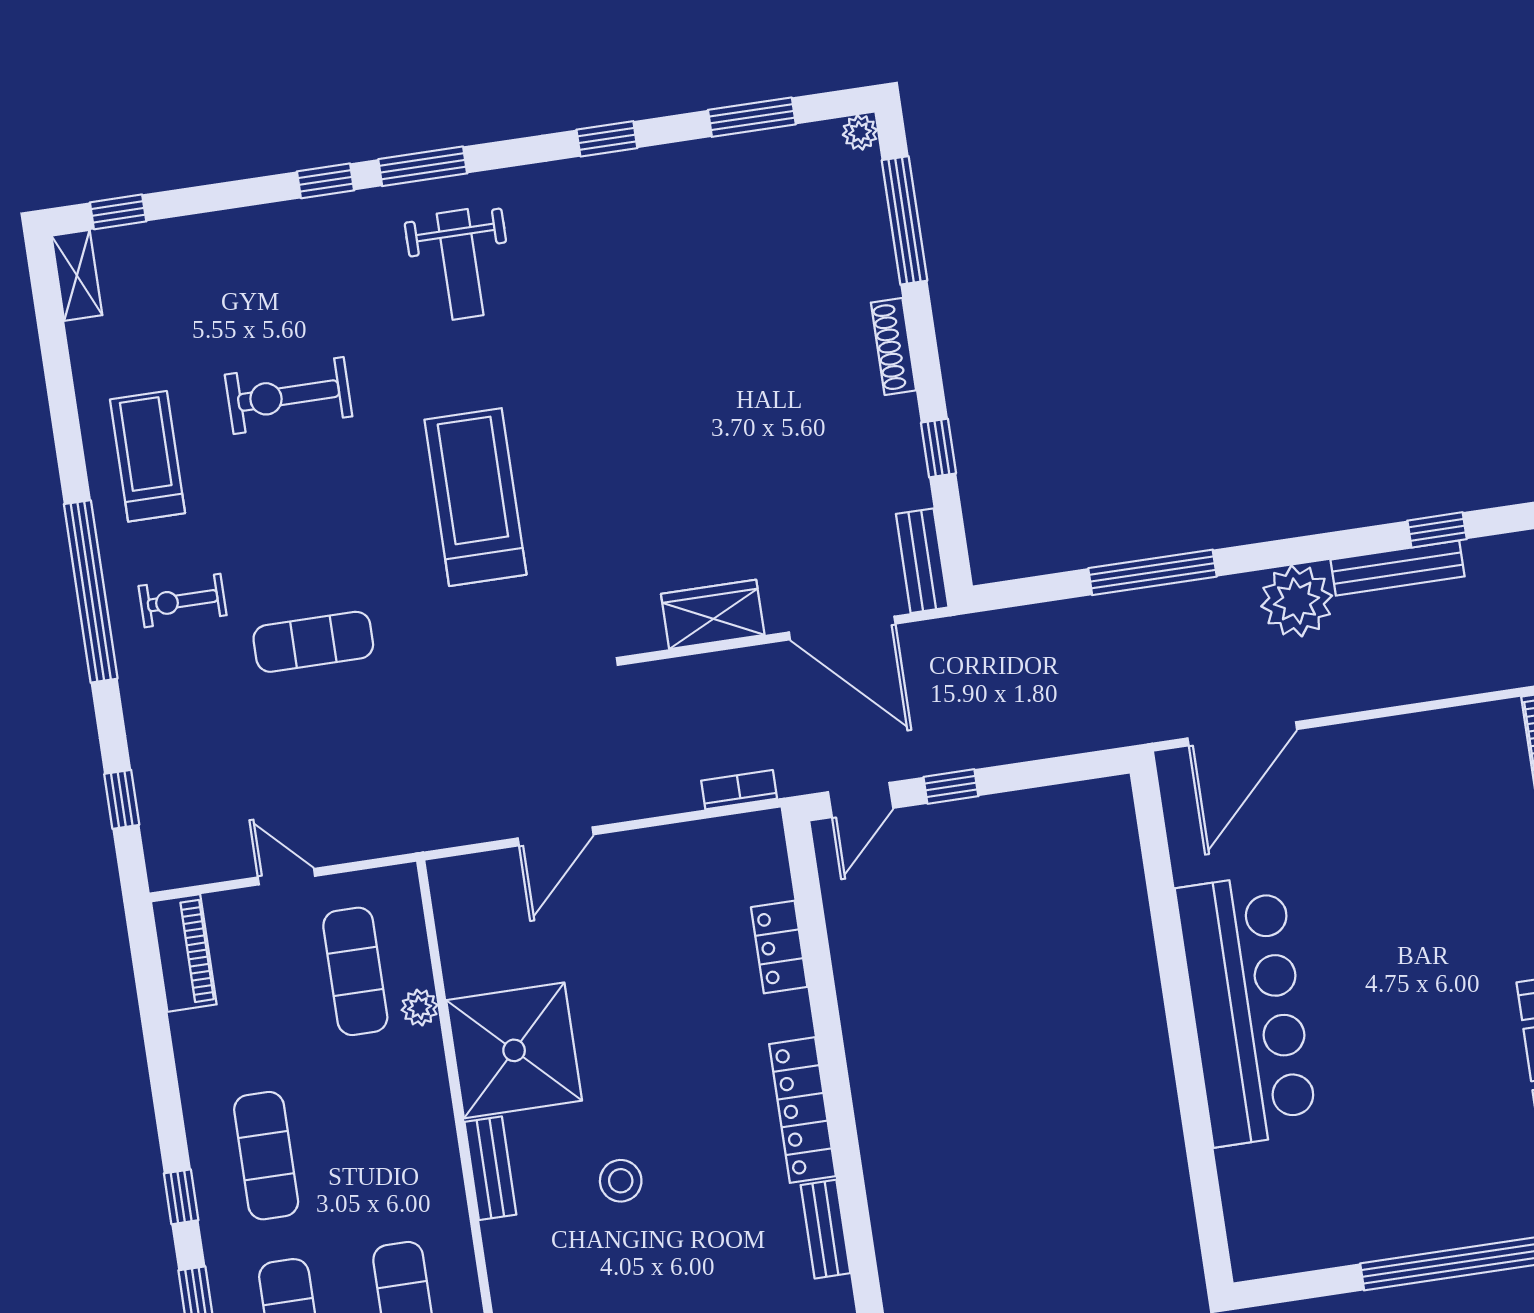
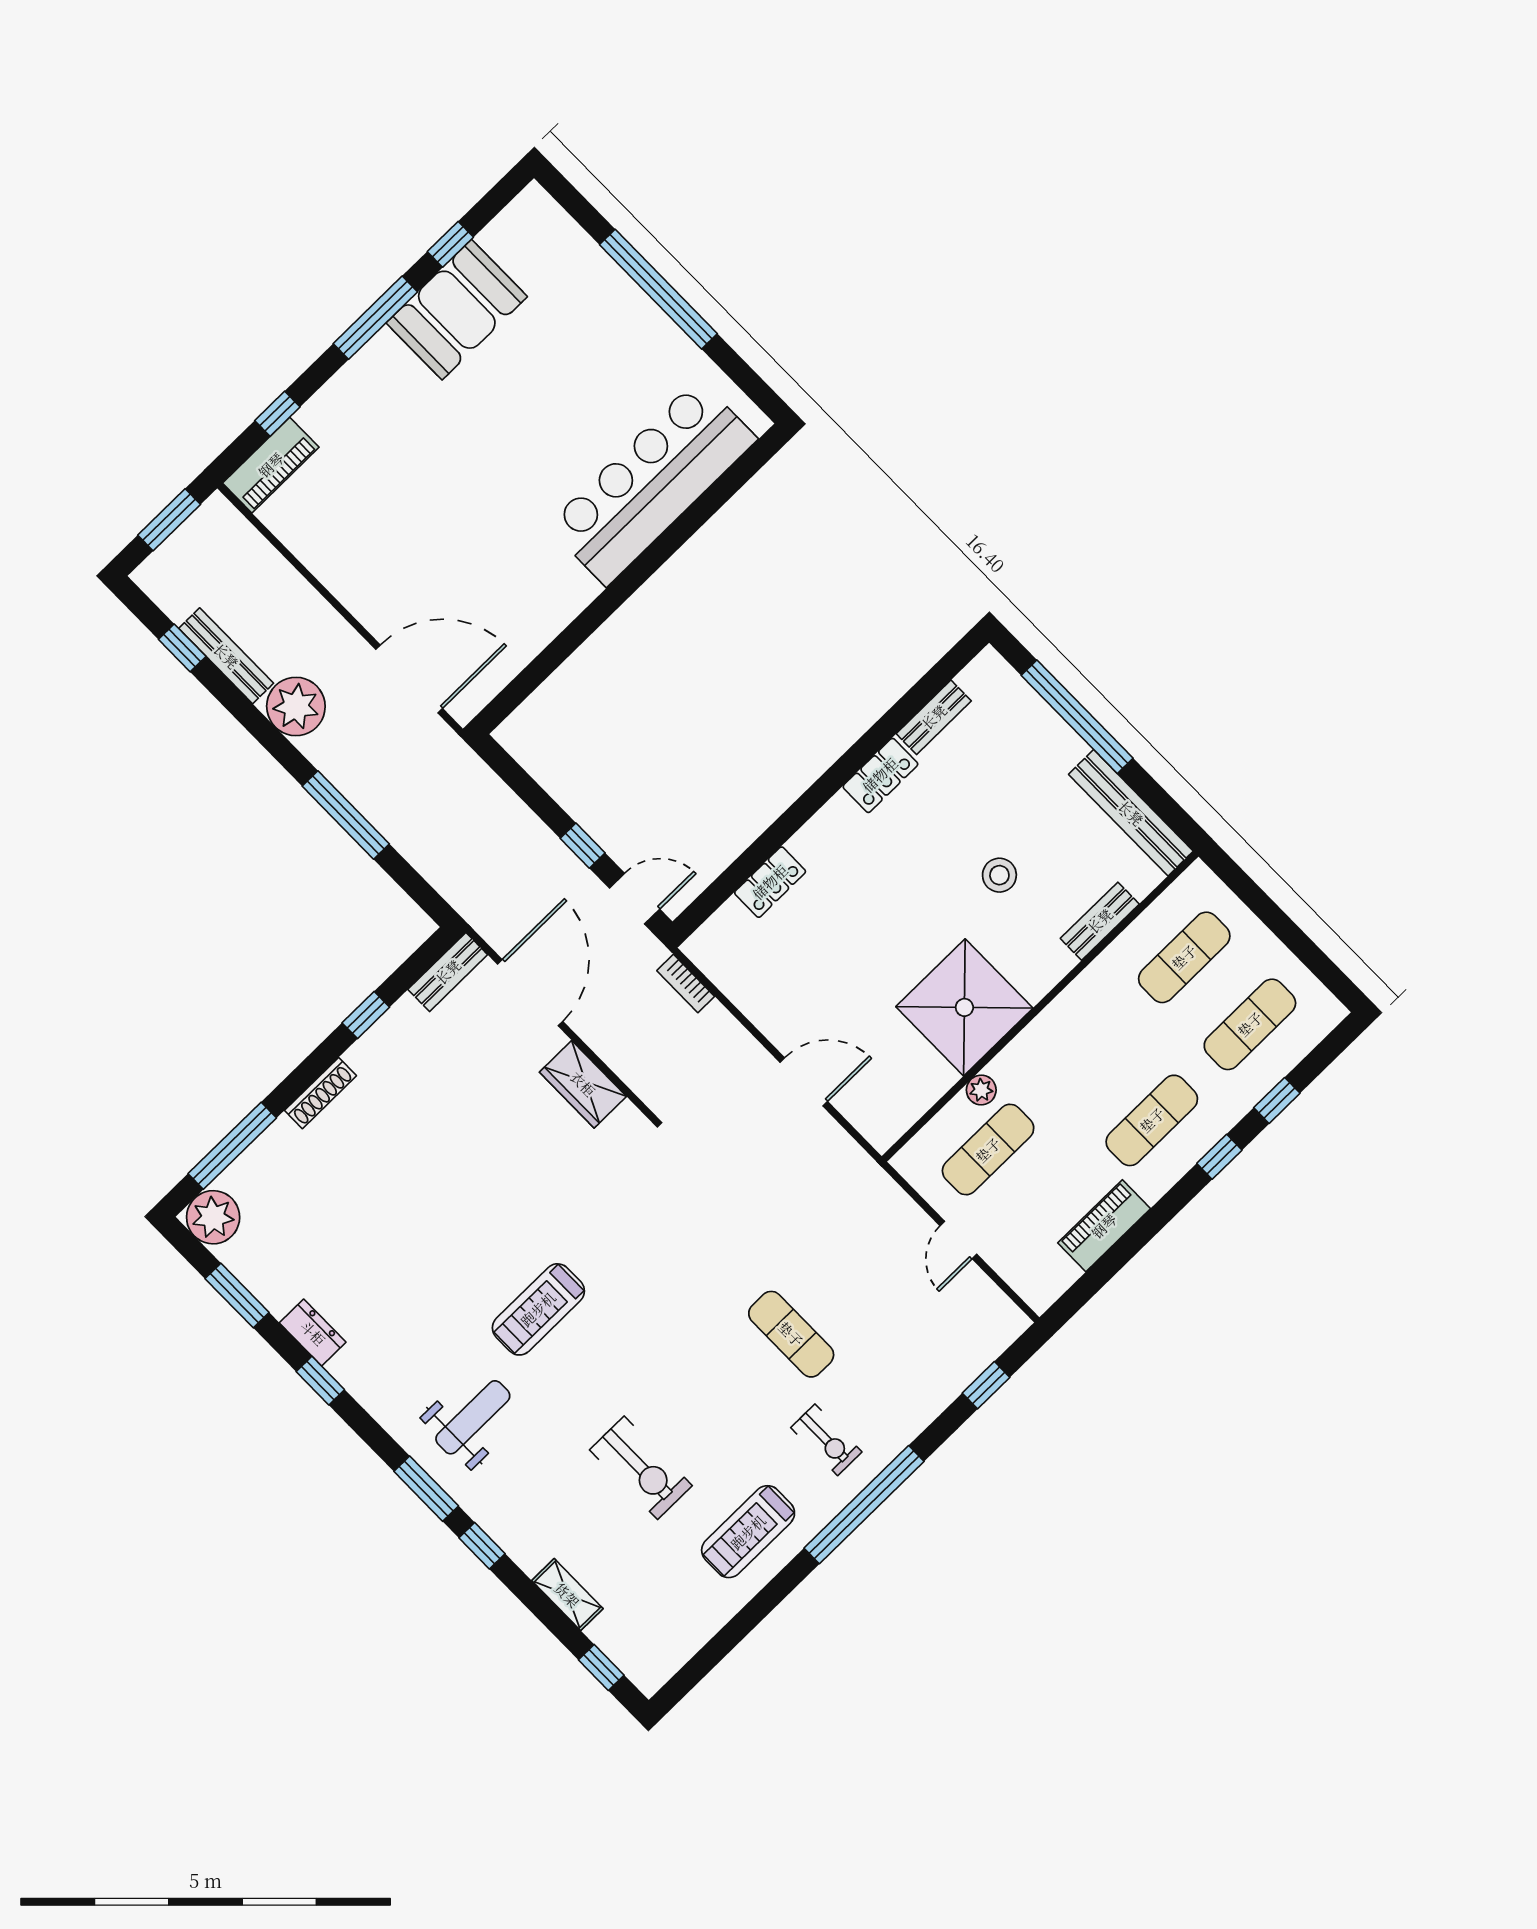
plant: (860, 132) -> (213, 1217), width x1.88, depth x1.88
dresser: (660, 166) -> (313, 1333), added
shelving: (77, 275) -> (567, 1595), moved, turned 90
treadmill: (475, 497) -> (538, 1309), moved, width x0.73, depth x0.73
piano: (184, 953) -> (1104, 1226), moved
bar counter: (1247, 1010) -> (652, 482), moved
locker: (802, 1110) -> (880, 775), width x0.66
bench: (490, 1168) -> (1100, 921), moved

